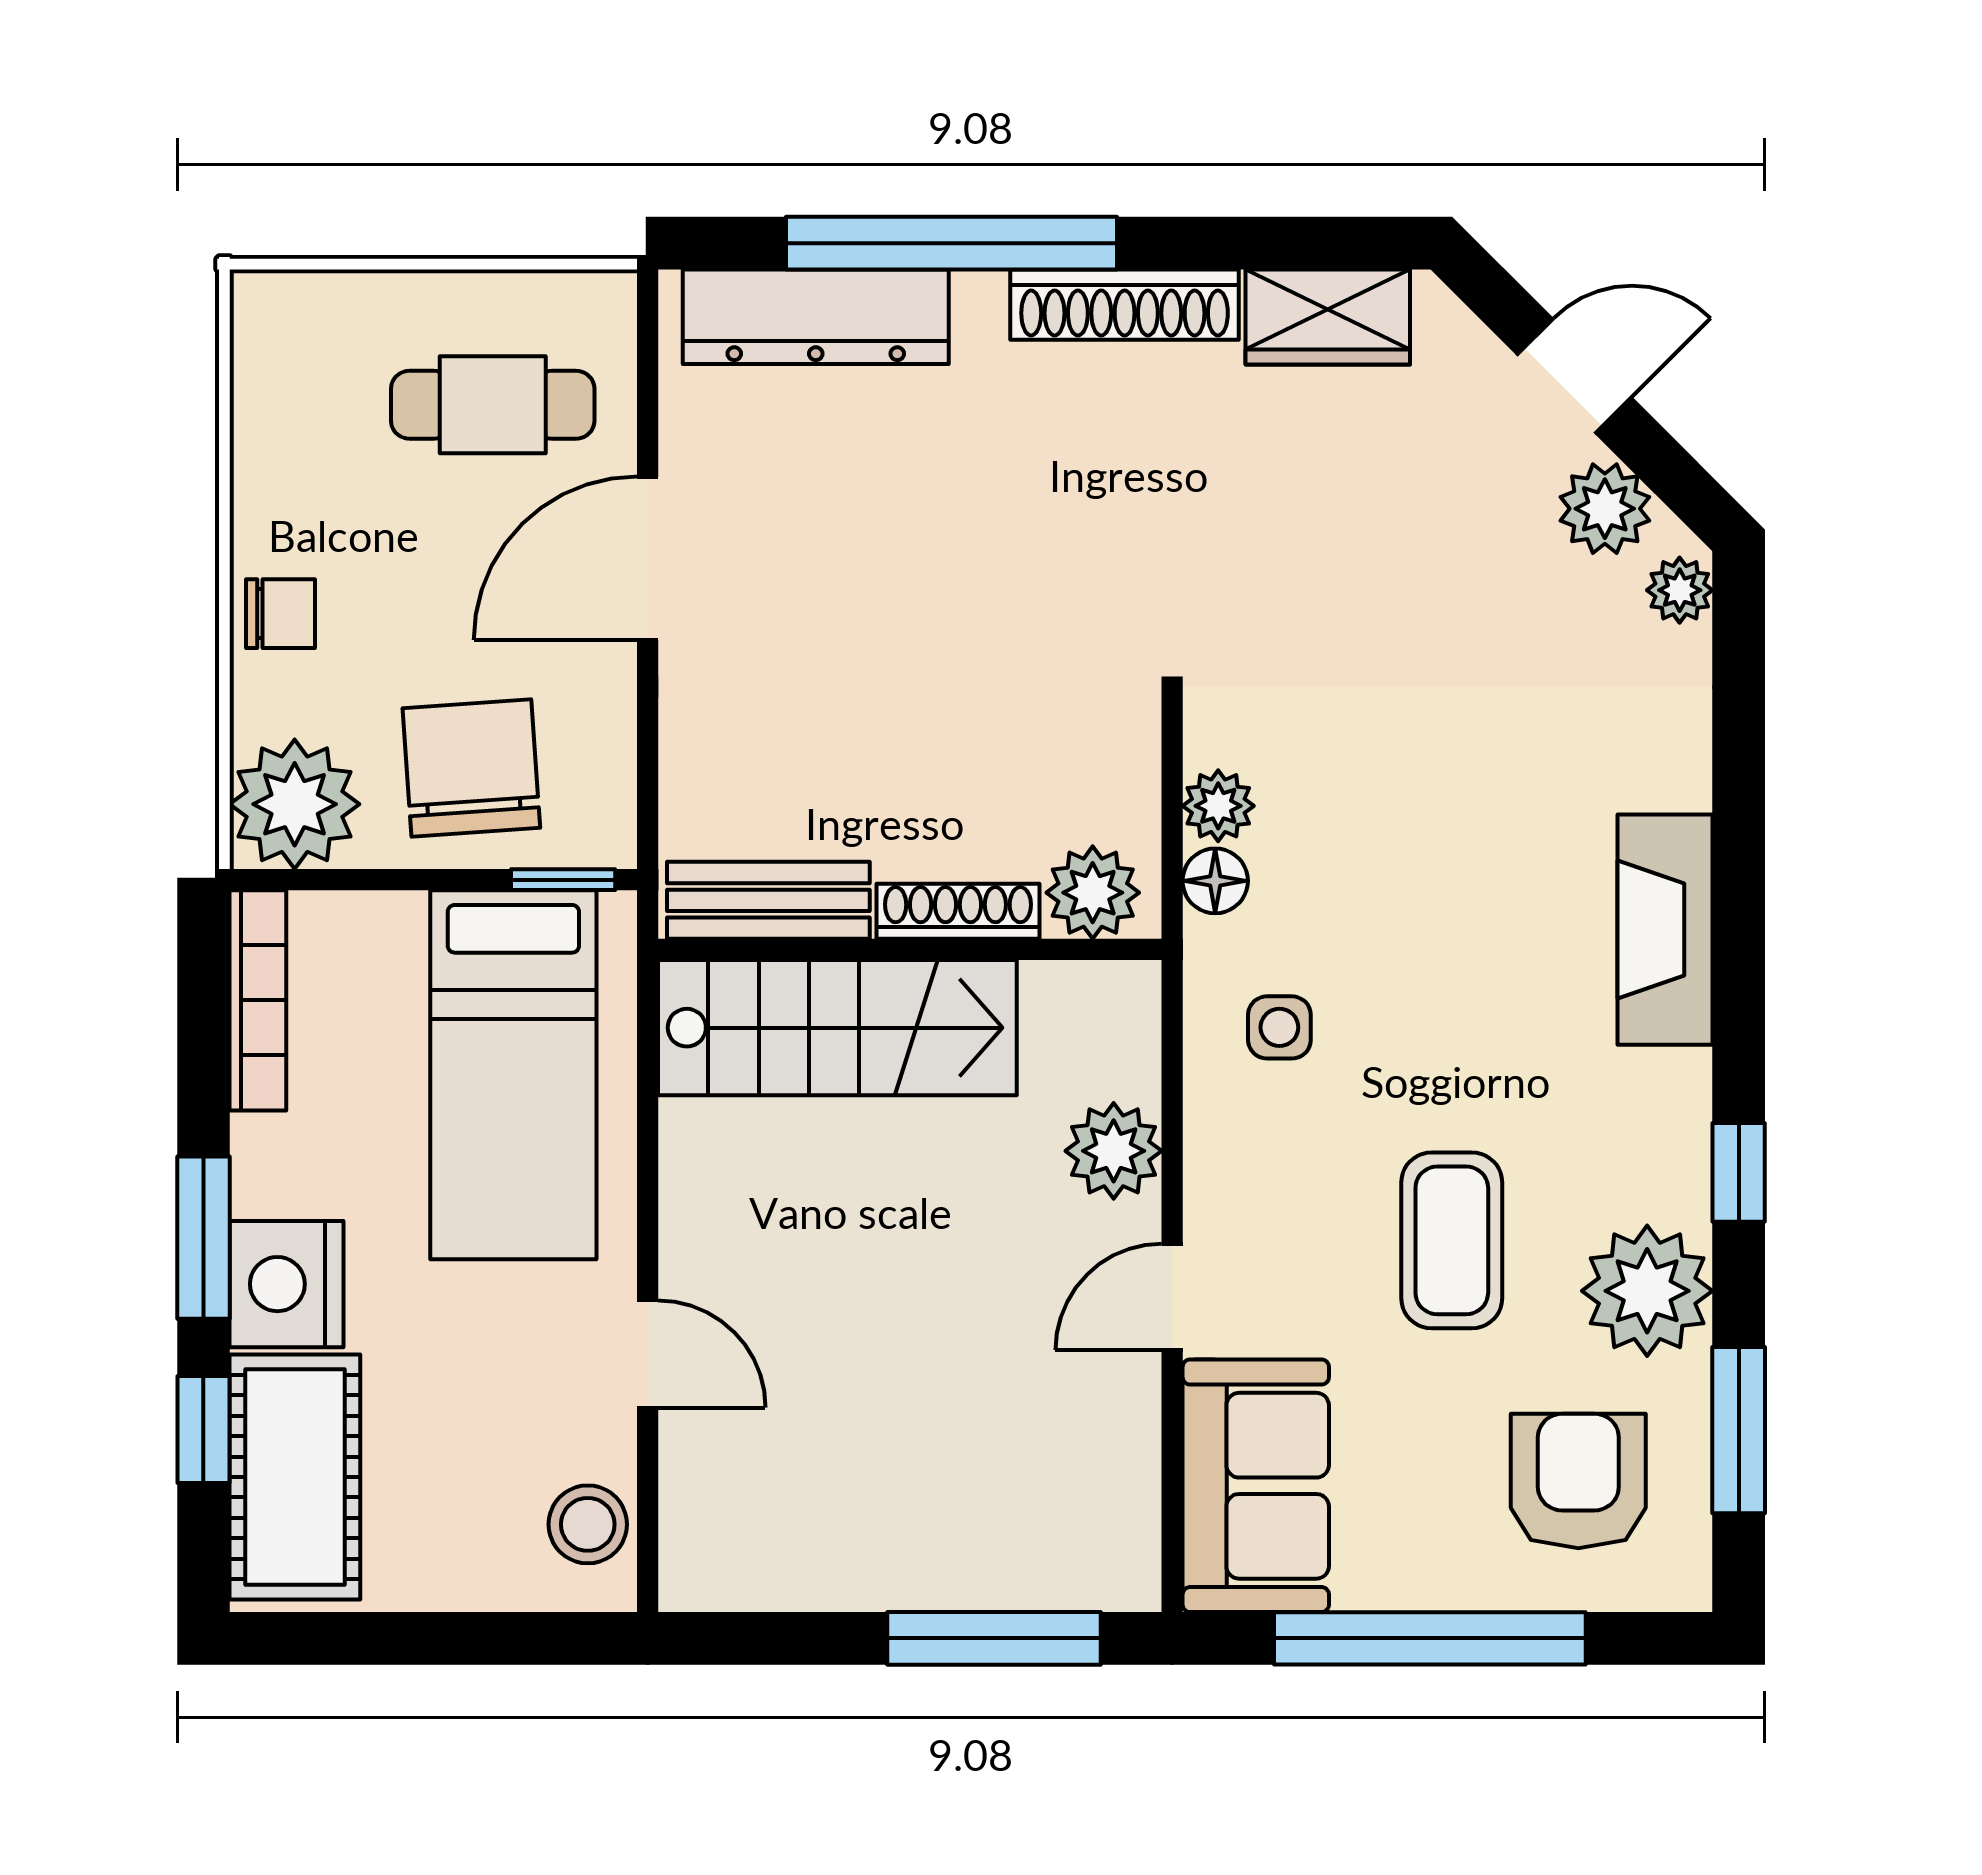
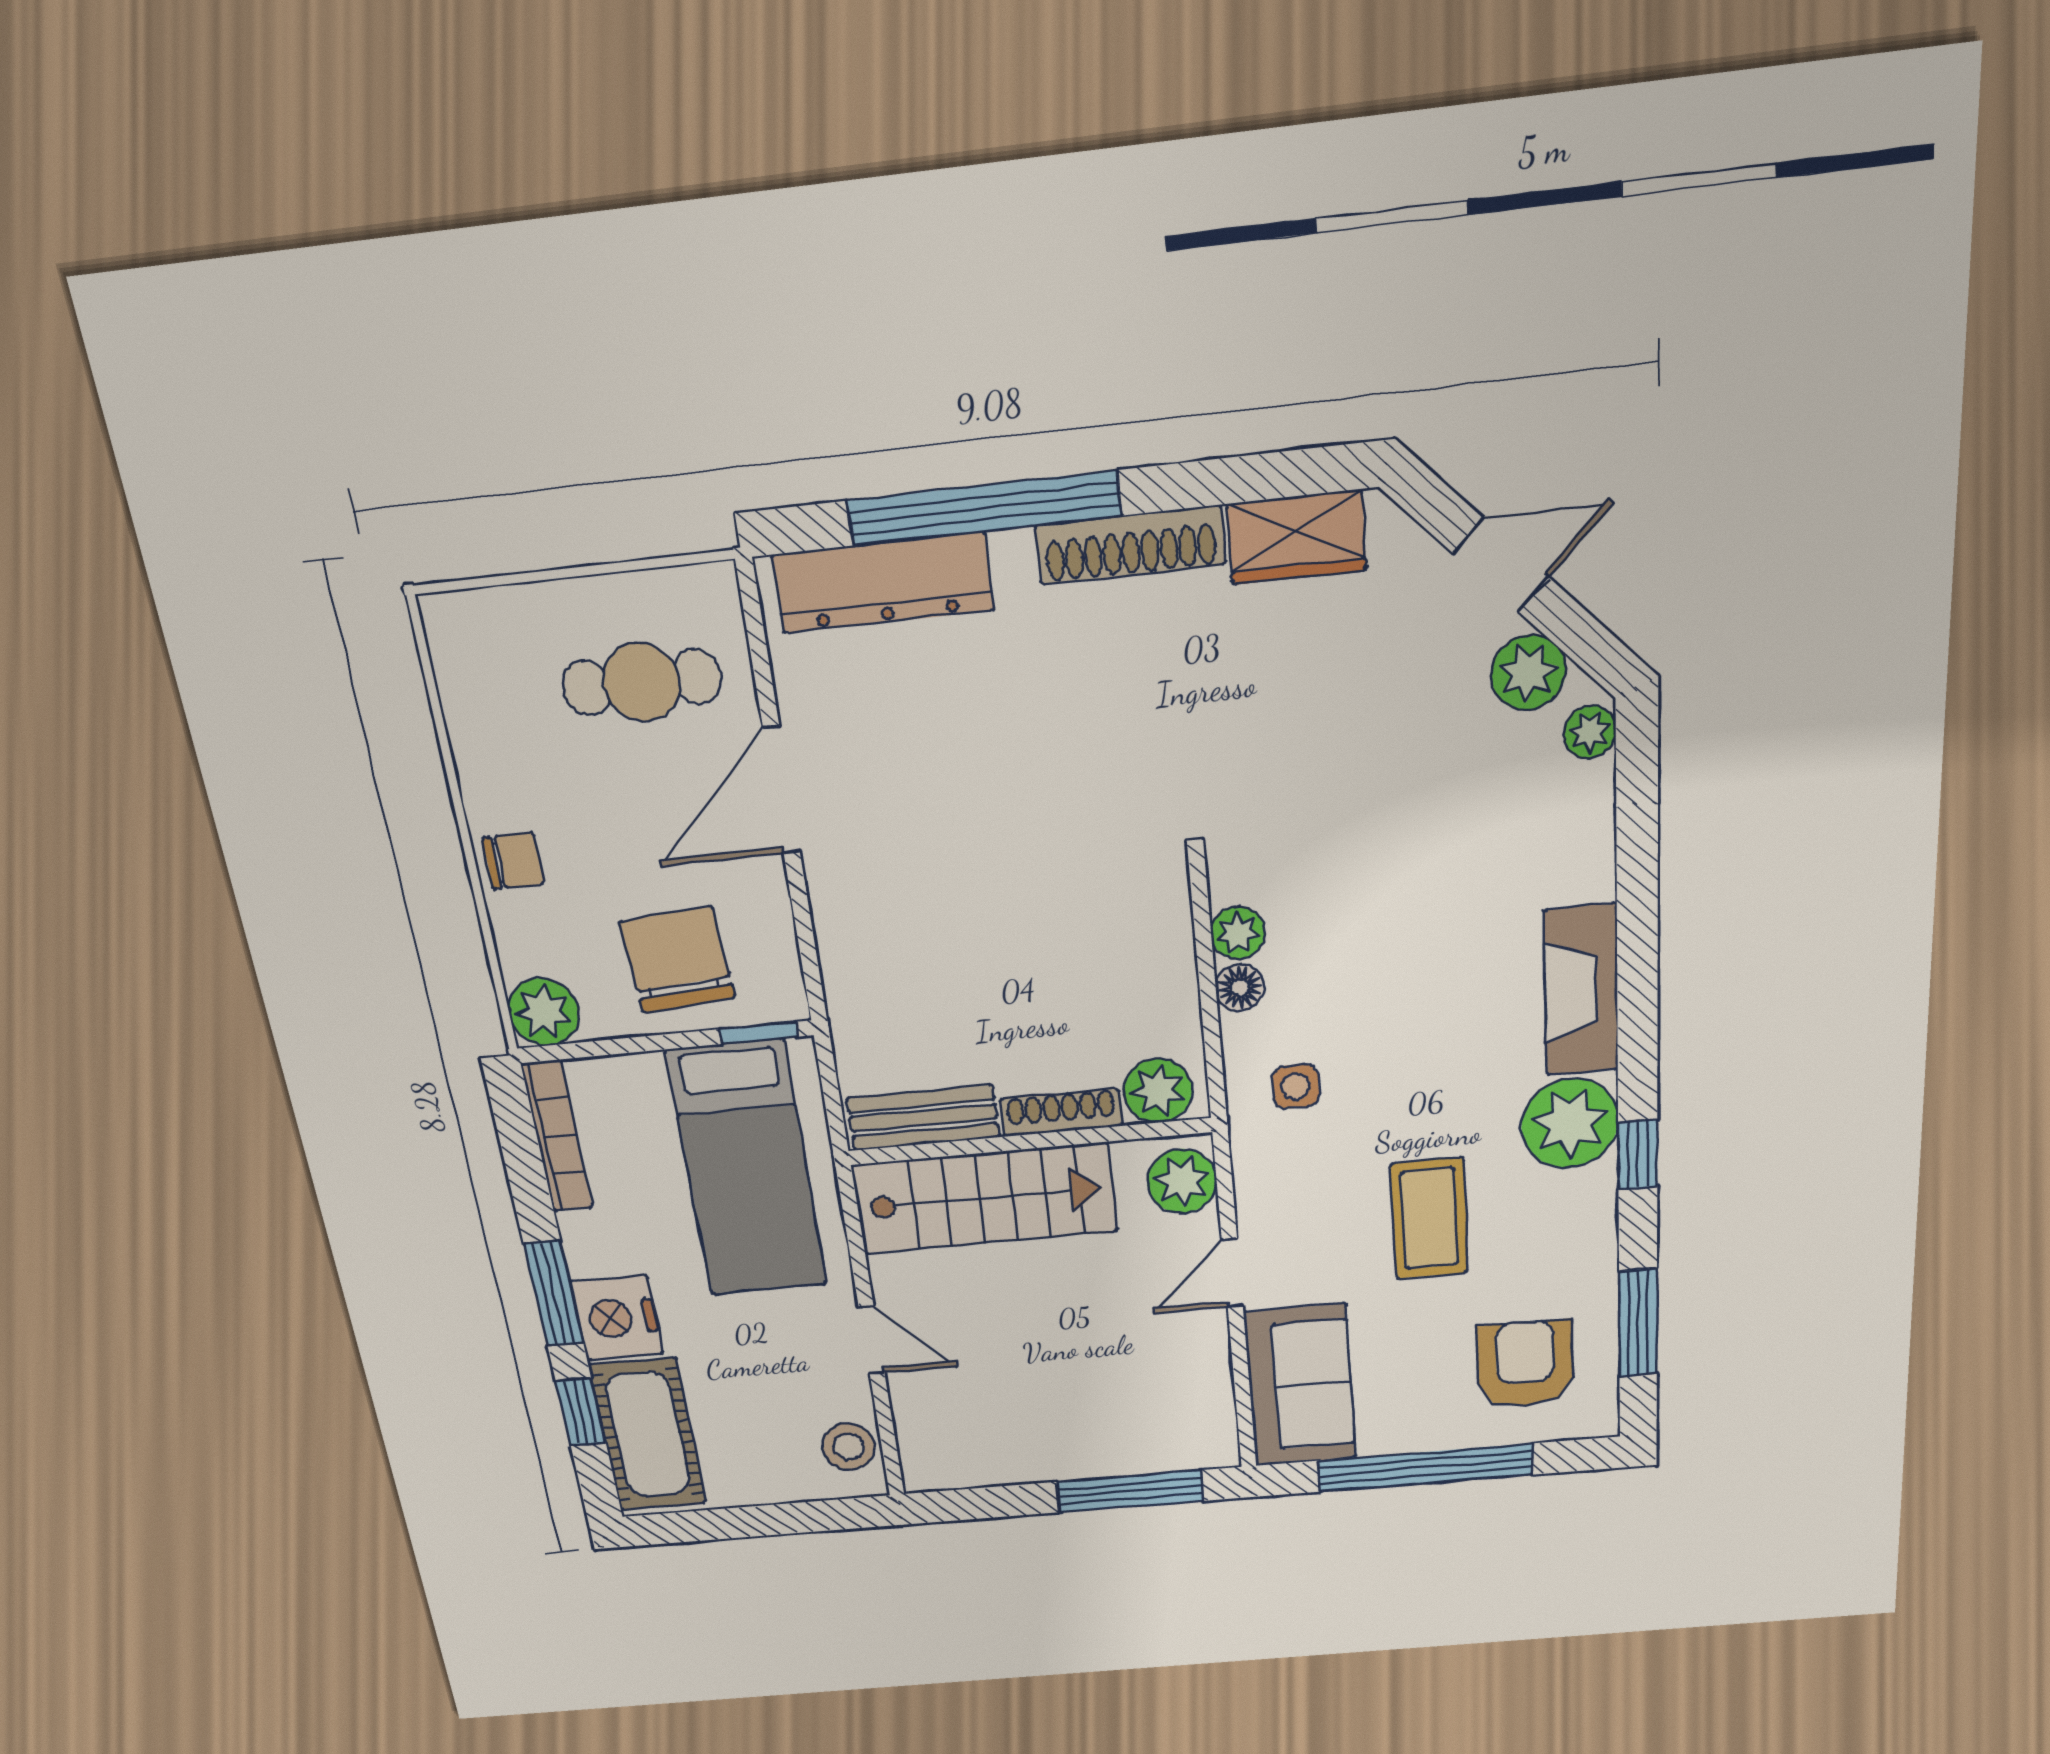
plant: (295, 804) -> (544, 1012), width x0.73, depth x0.73
plant: (1093, 893) -> (1158, 1091), moved
bench: (768, 900) -> (923, 1118), moved
shoe rack: (958, 911) -> (1061, 1113), moved
wall: (910, 949) -> (1030, 1142), moved
stairs: (837, 1028) -> (985, 1198), moved
plant: (1647, 1291) -> (1570, 1123), moved

